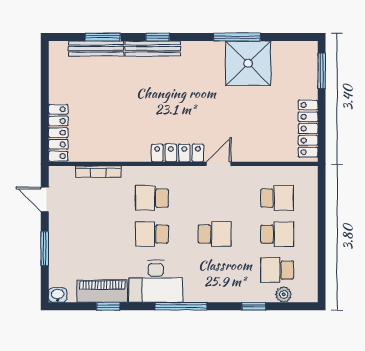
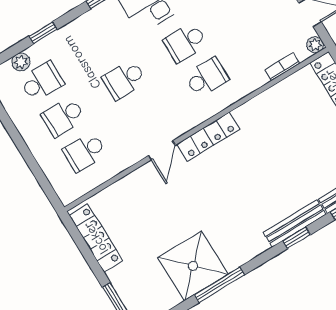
bookcase: (98, 172) -> (282, 67), width x0.64
plant: (56, 173) -> (315, 45), added
school desk: (152, 234) -> (185, 42), turned 180

